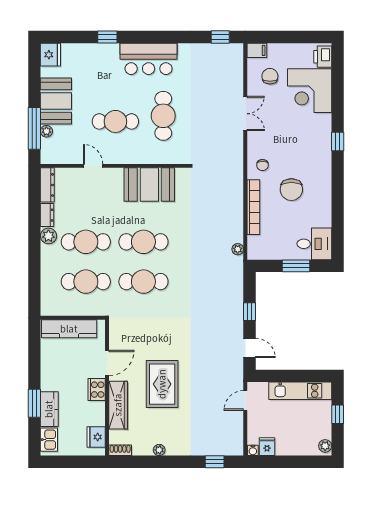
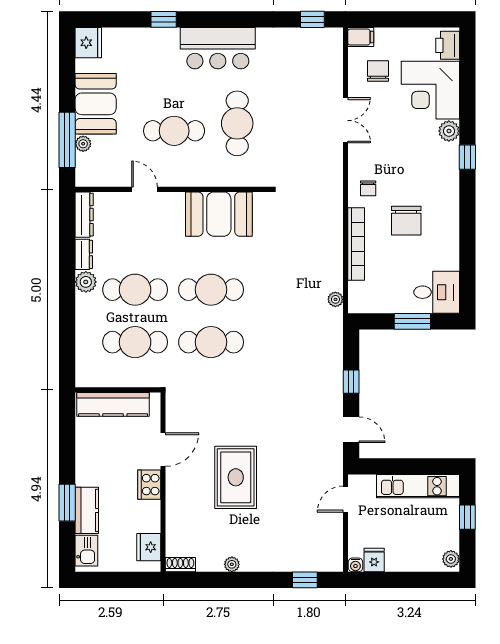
plant: (324, 122) -> (449, 131), added
wardrobe: (118, 405) -> (178, 505), removed

